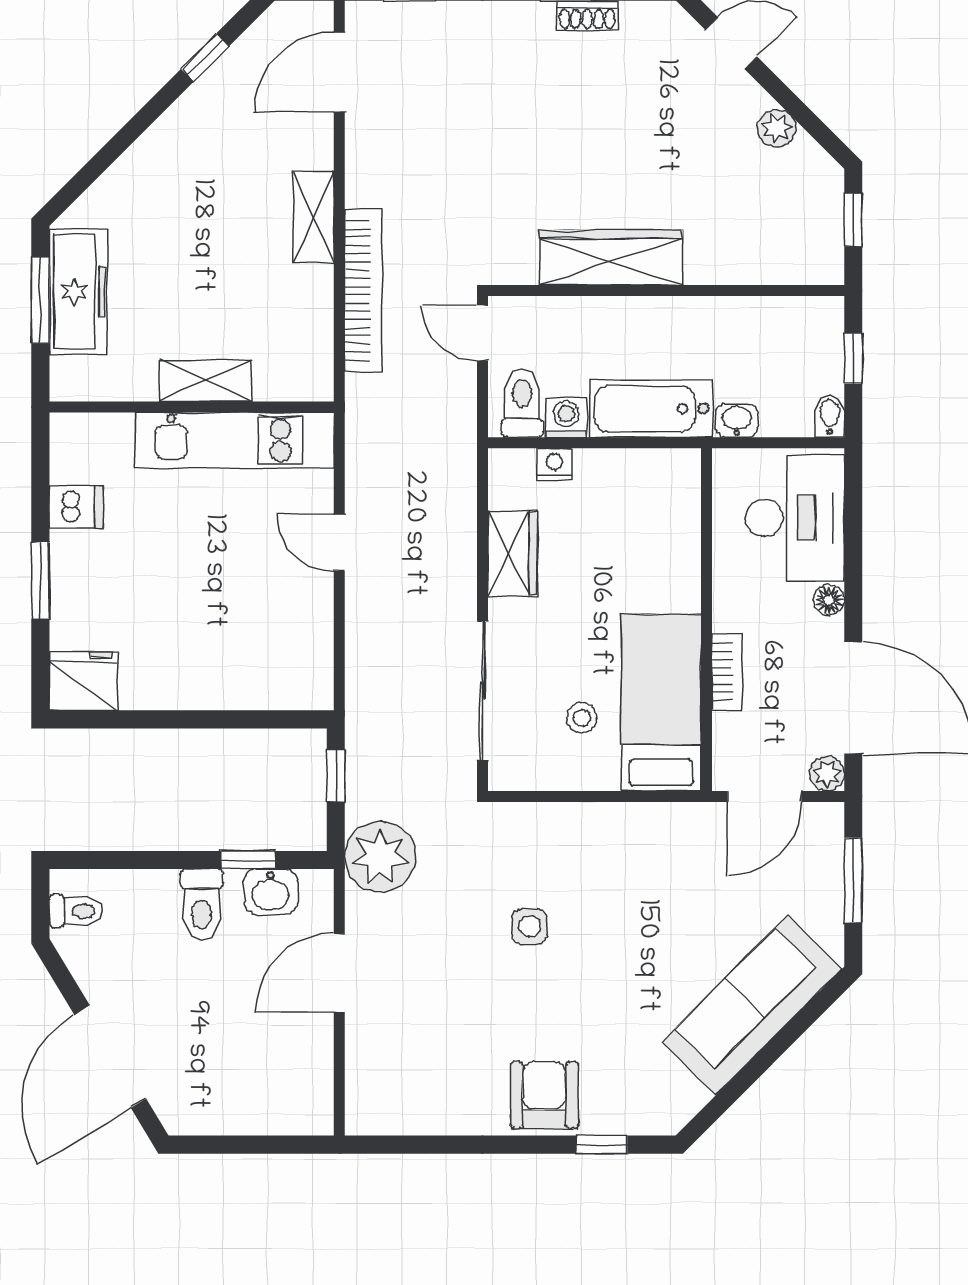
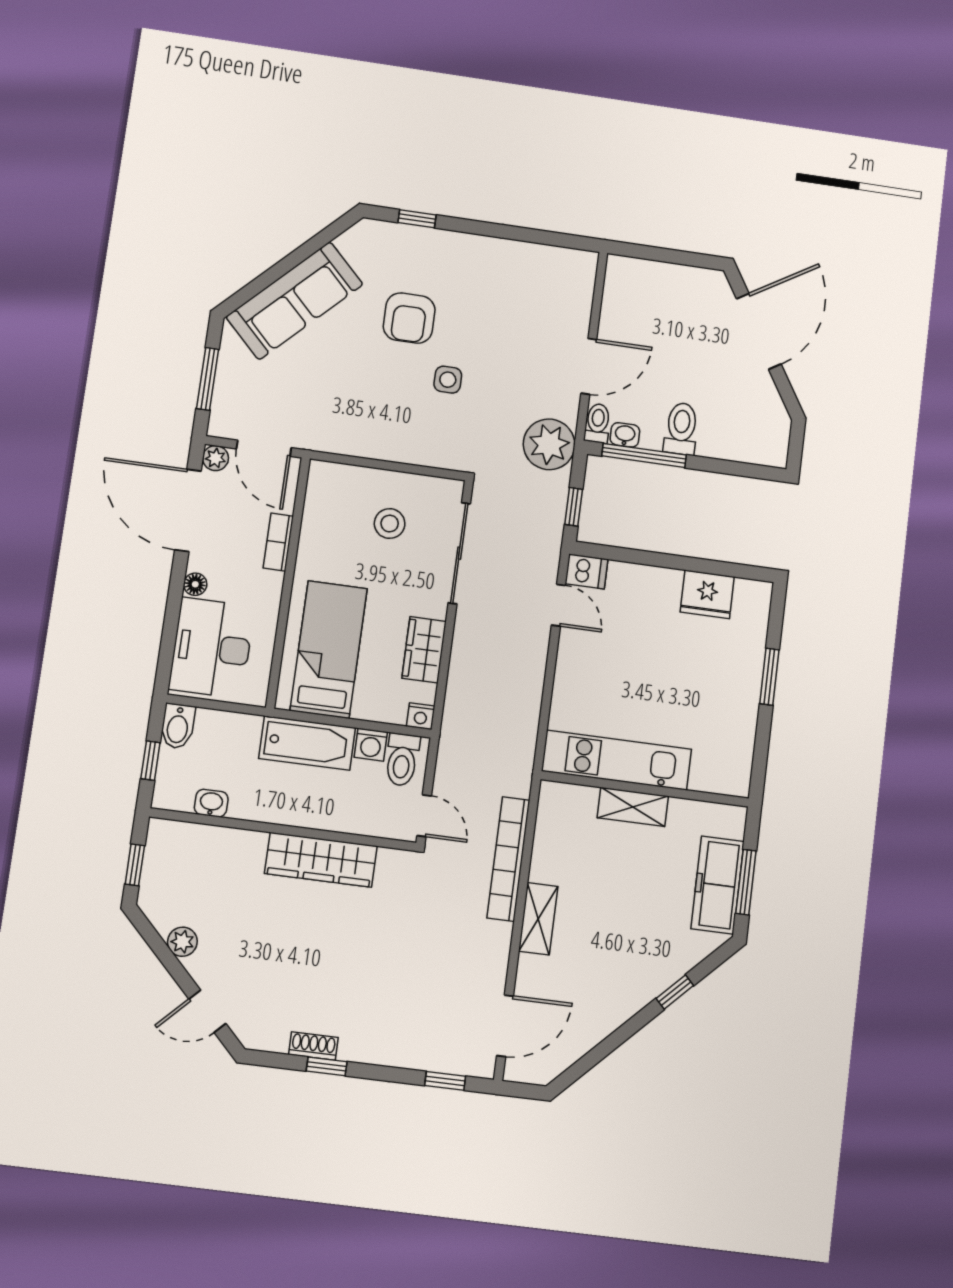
window: (205, 57) -> (675, 992), moved
bidet: (830, 416) -> (178, 726), width x1.38, depth x1.36
washbasin: (737, 420) -> (211, 803), moved, turned 180
nightstand: (554, 464) -> (421, 716), moved
dishwasher: (76, 507) -> (587, 571), moved, turned 180
door: (339, 543) -> (558, 605), moved
fridge: (83, 681) -> (707, 594), moved
bed: (661, 702) -> (329, 650), moved, turned 180
stool: (582, 718) -> (390, 524), width x1.37, depth x1.37
door: (764, 796) -> (264, 448), swing flipped
window: (248, 860) -> (644, 455), width x2.17
washbasin: (270, 892) -> (625, 435), width x0.72, depth x0.69
toilet: (76, 911) -> (598, 423), moved, turned 90
armchair: (544, 1095) -> (409, 318), moved

